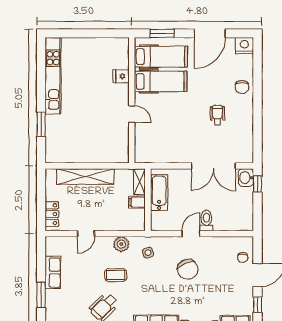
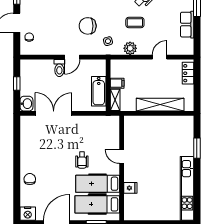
wheelchair: (217, 115) -> (82, 160), moved
window: (258, 184) -> (17, 84), moved
chair: (188, 269) -> (88, 26), moved, turned -67

